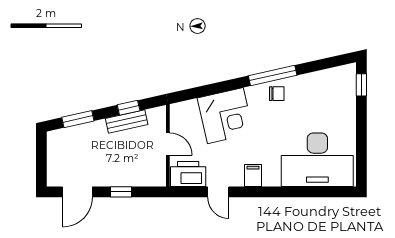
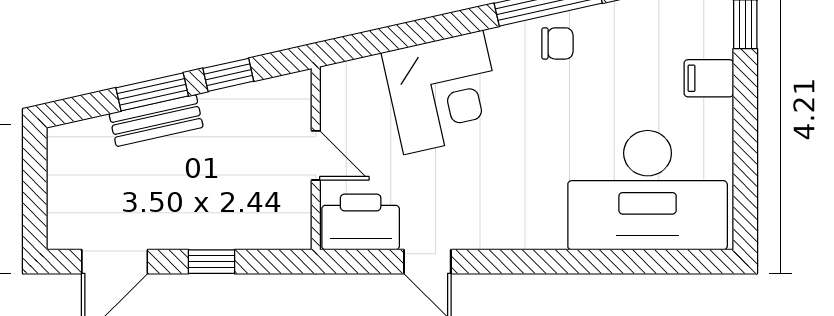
window: (78, 119) -> (152, 92), moved
bench: (127, 121) -> (156, 120), moved
filing cabinet: (253, 175) -> (709, 78), moved, turned -90

